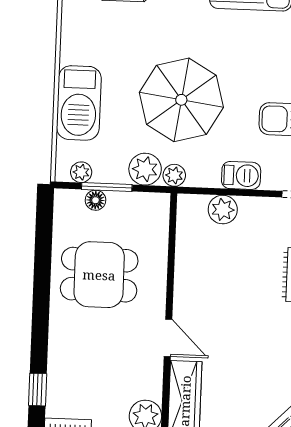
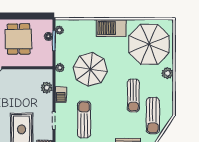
barbecue: (79, 103) -> (111, 28), moved
plant: (145, 169) -> (62, 56), removed

